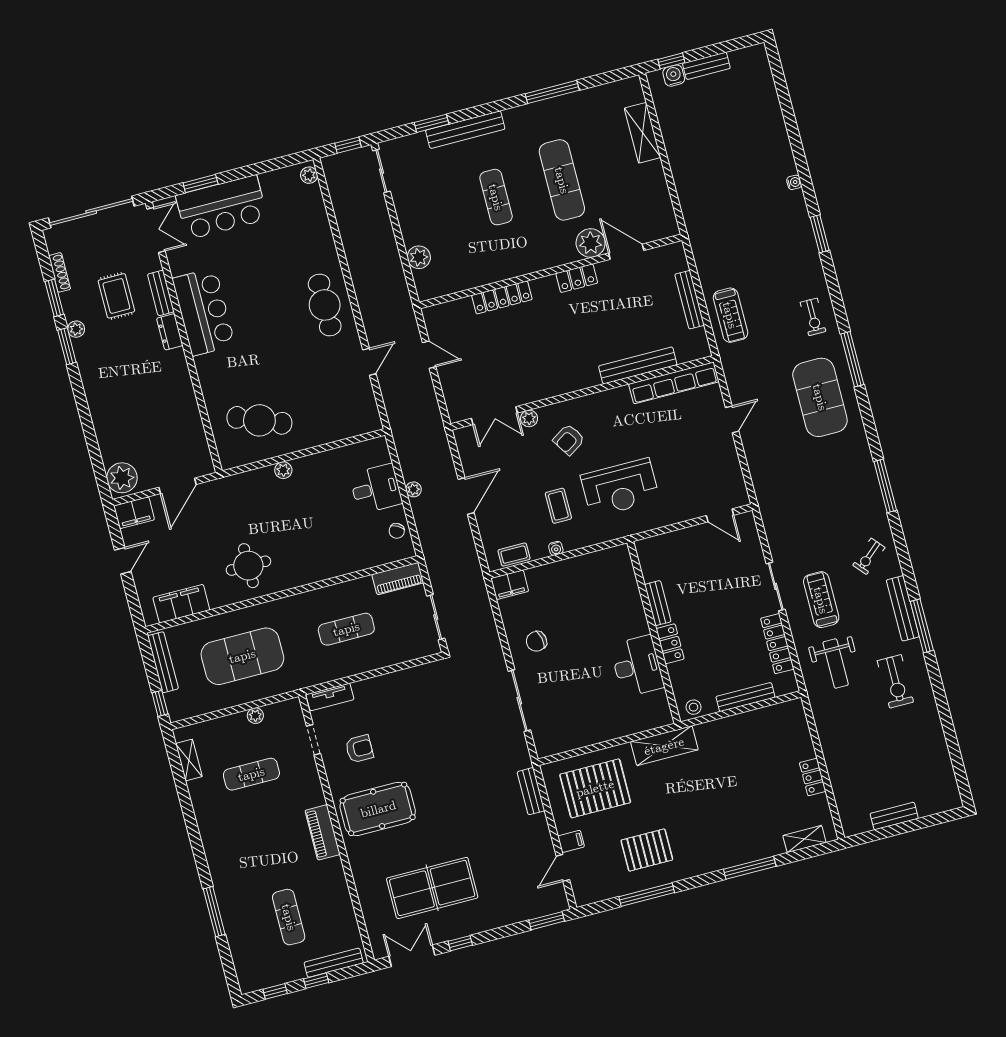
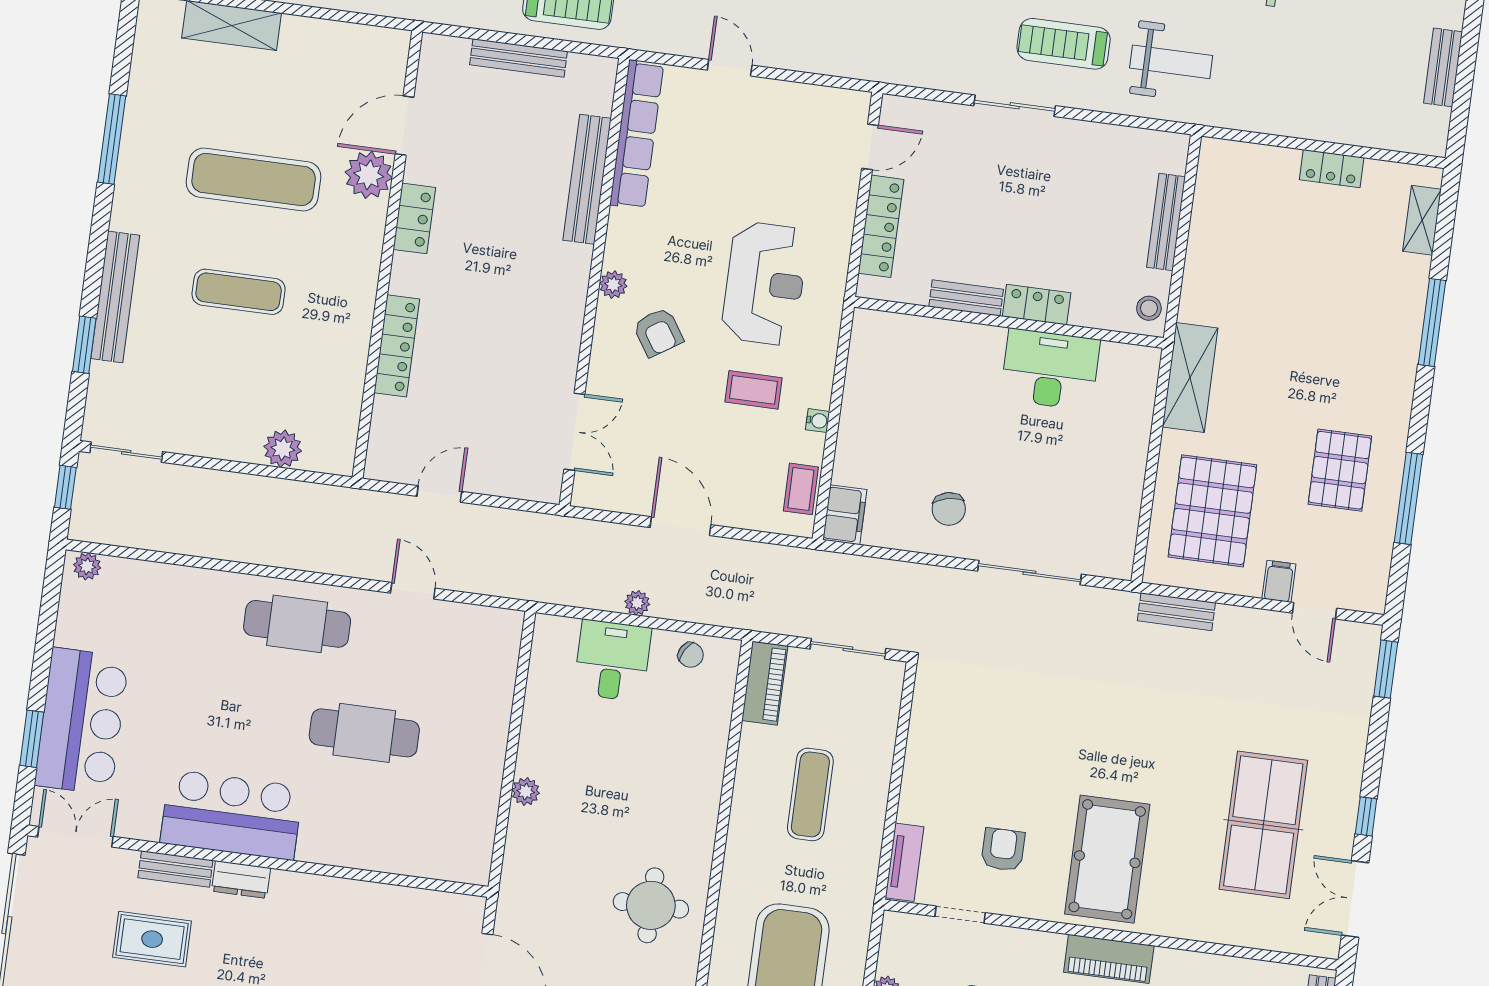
plant: (529, 418) -> (613, 285), moved
cafe table: (259, 420) -> (364, 733), moved, turned 68
locker: (777, 644) -> (881, 226), moved, turned -90

